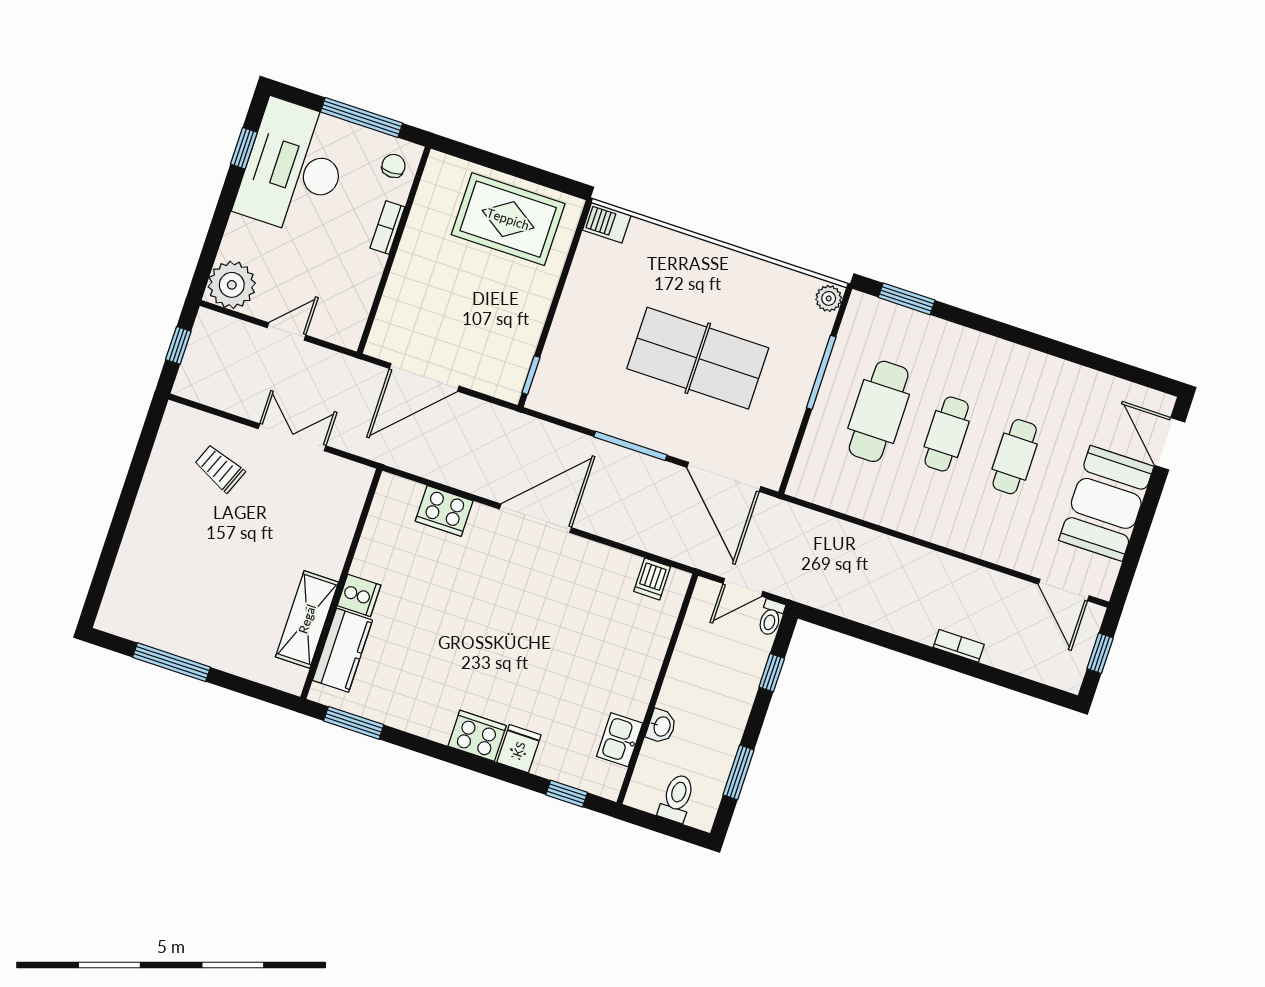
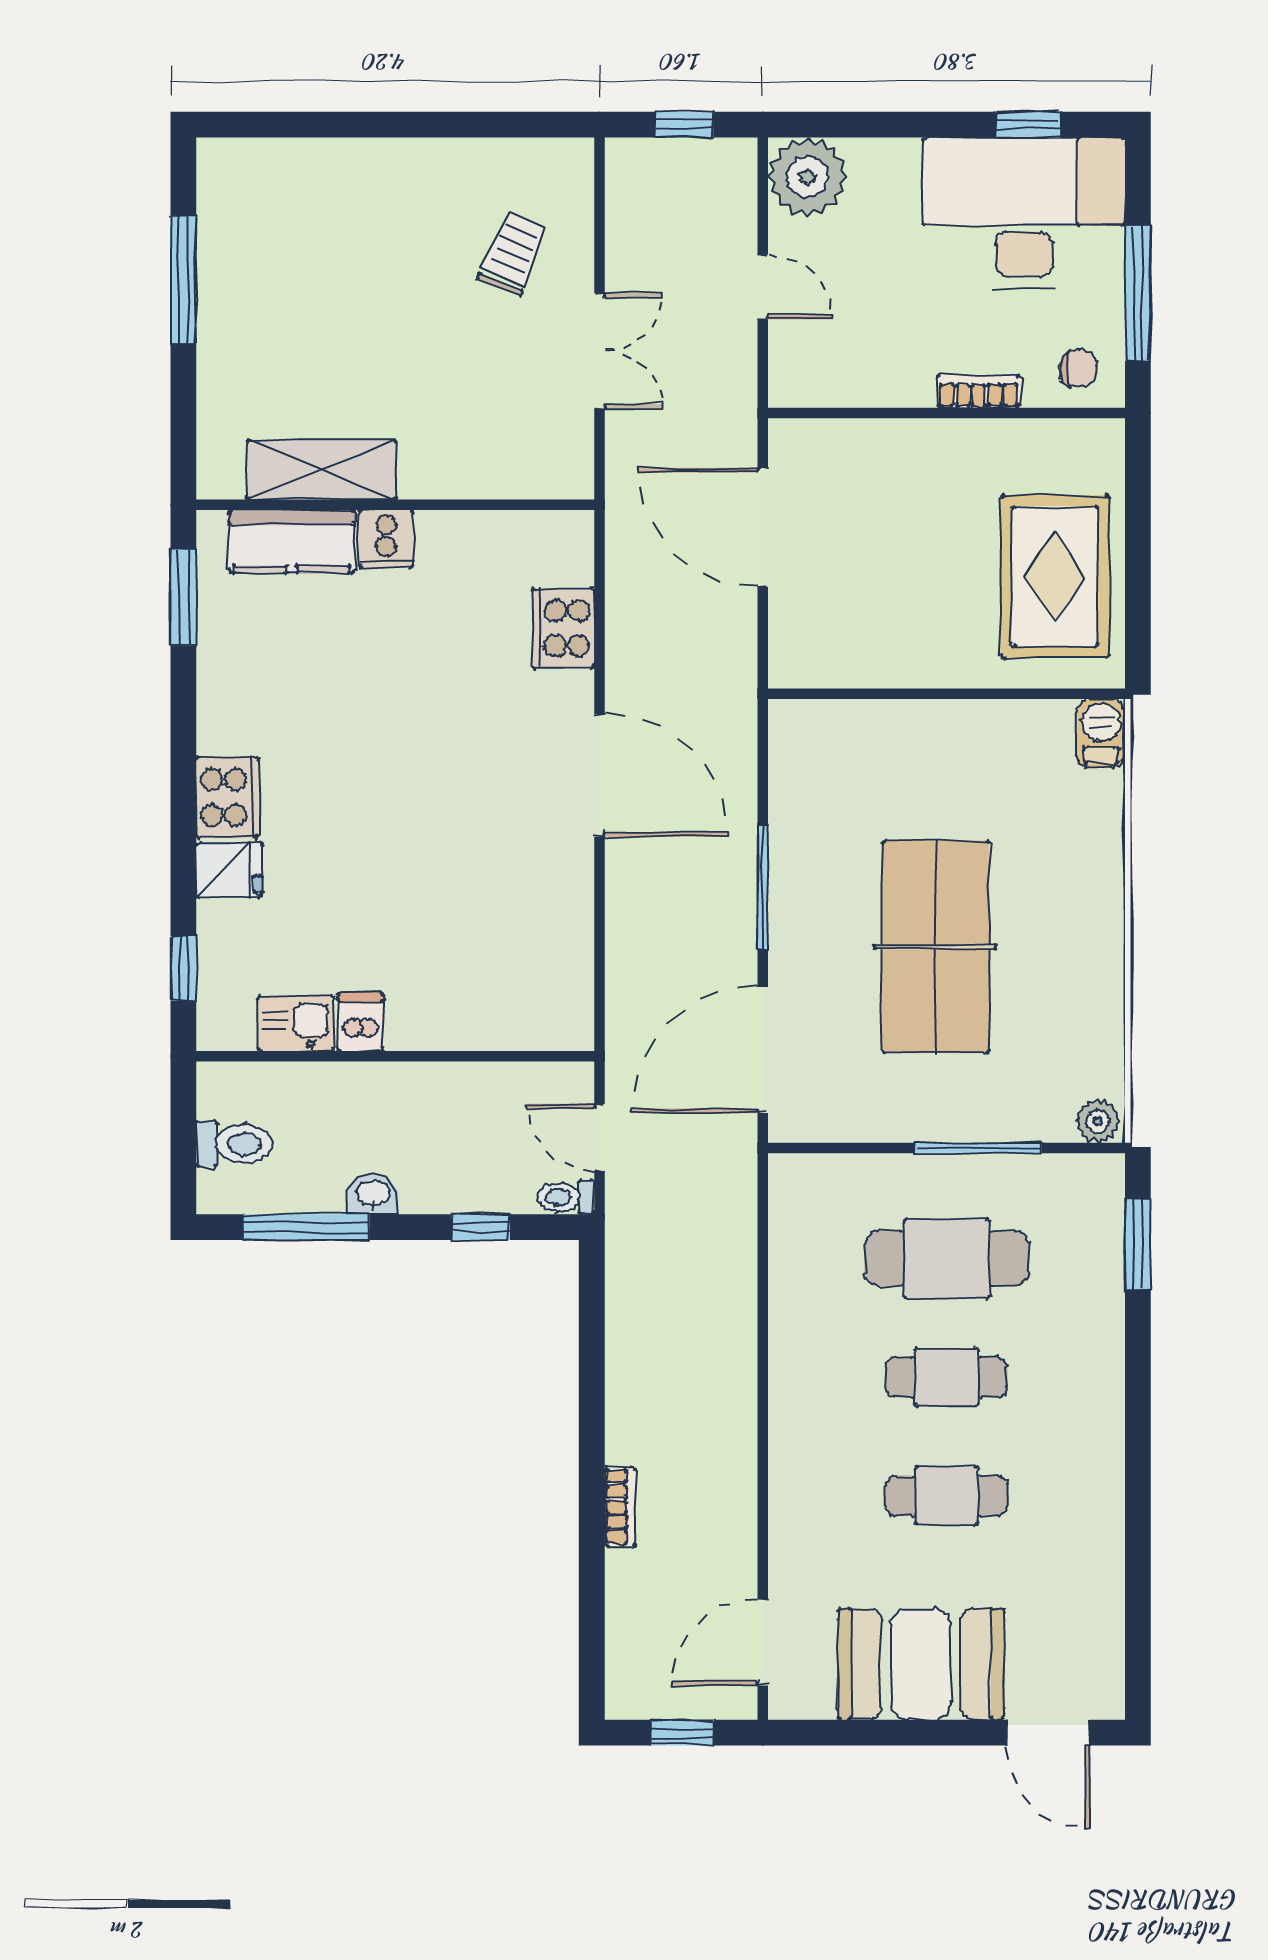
window: (531, 375) -> (822, 694), removed
door: (1170, 444) -> (1048, 1733), swing flipped
dishwasher: (652, 579) -> (361, 1022), moved, turned 90
washbasin: (661, 726) -> (373, 1194), moved, turned 180
window: (739, 772) -> (307, 1227), width x1.44

